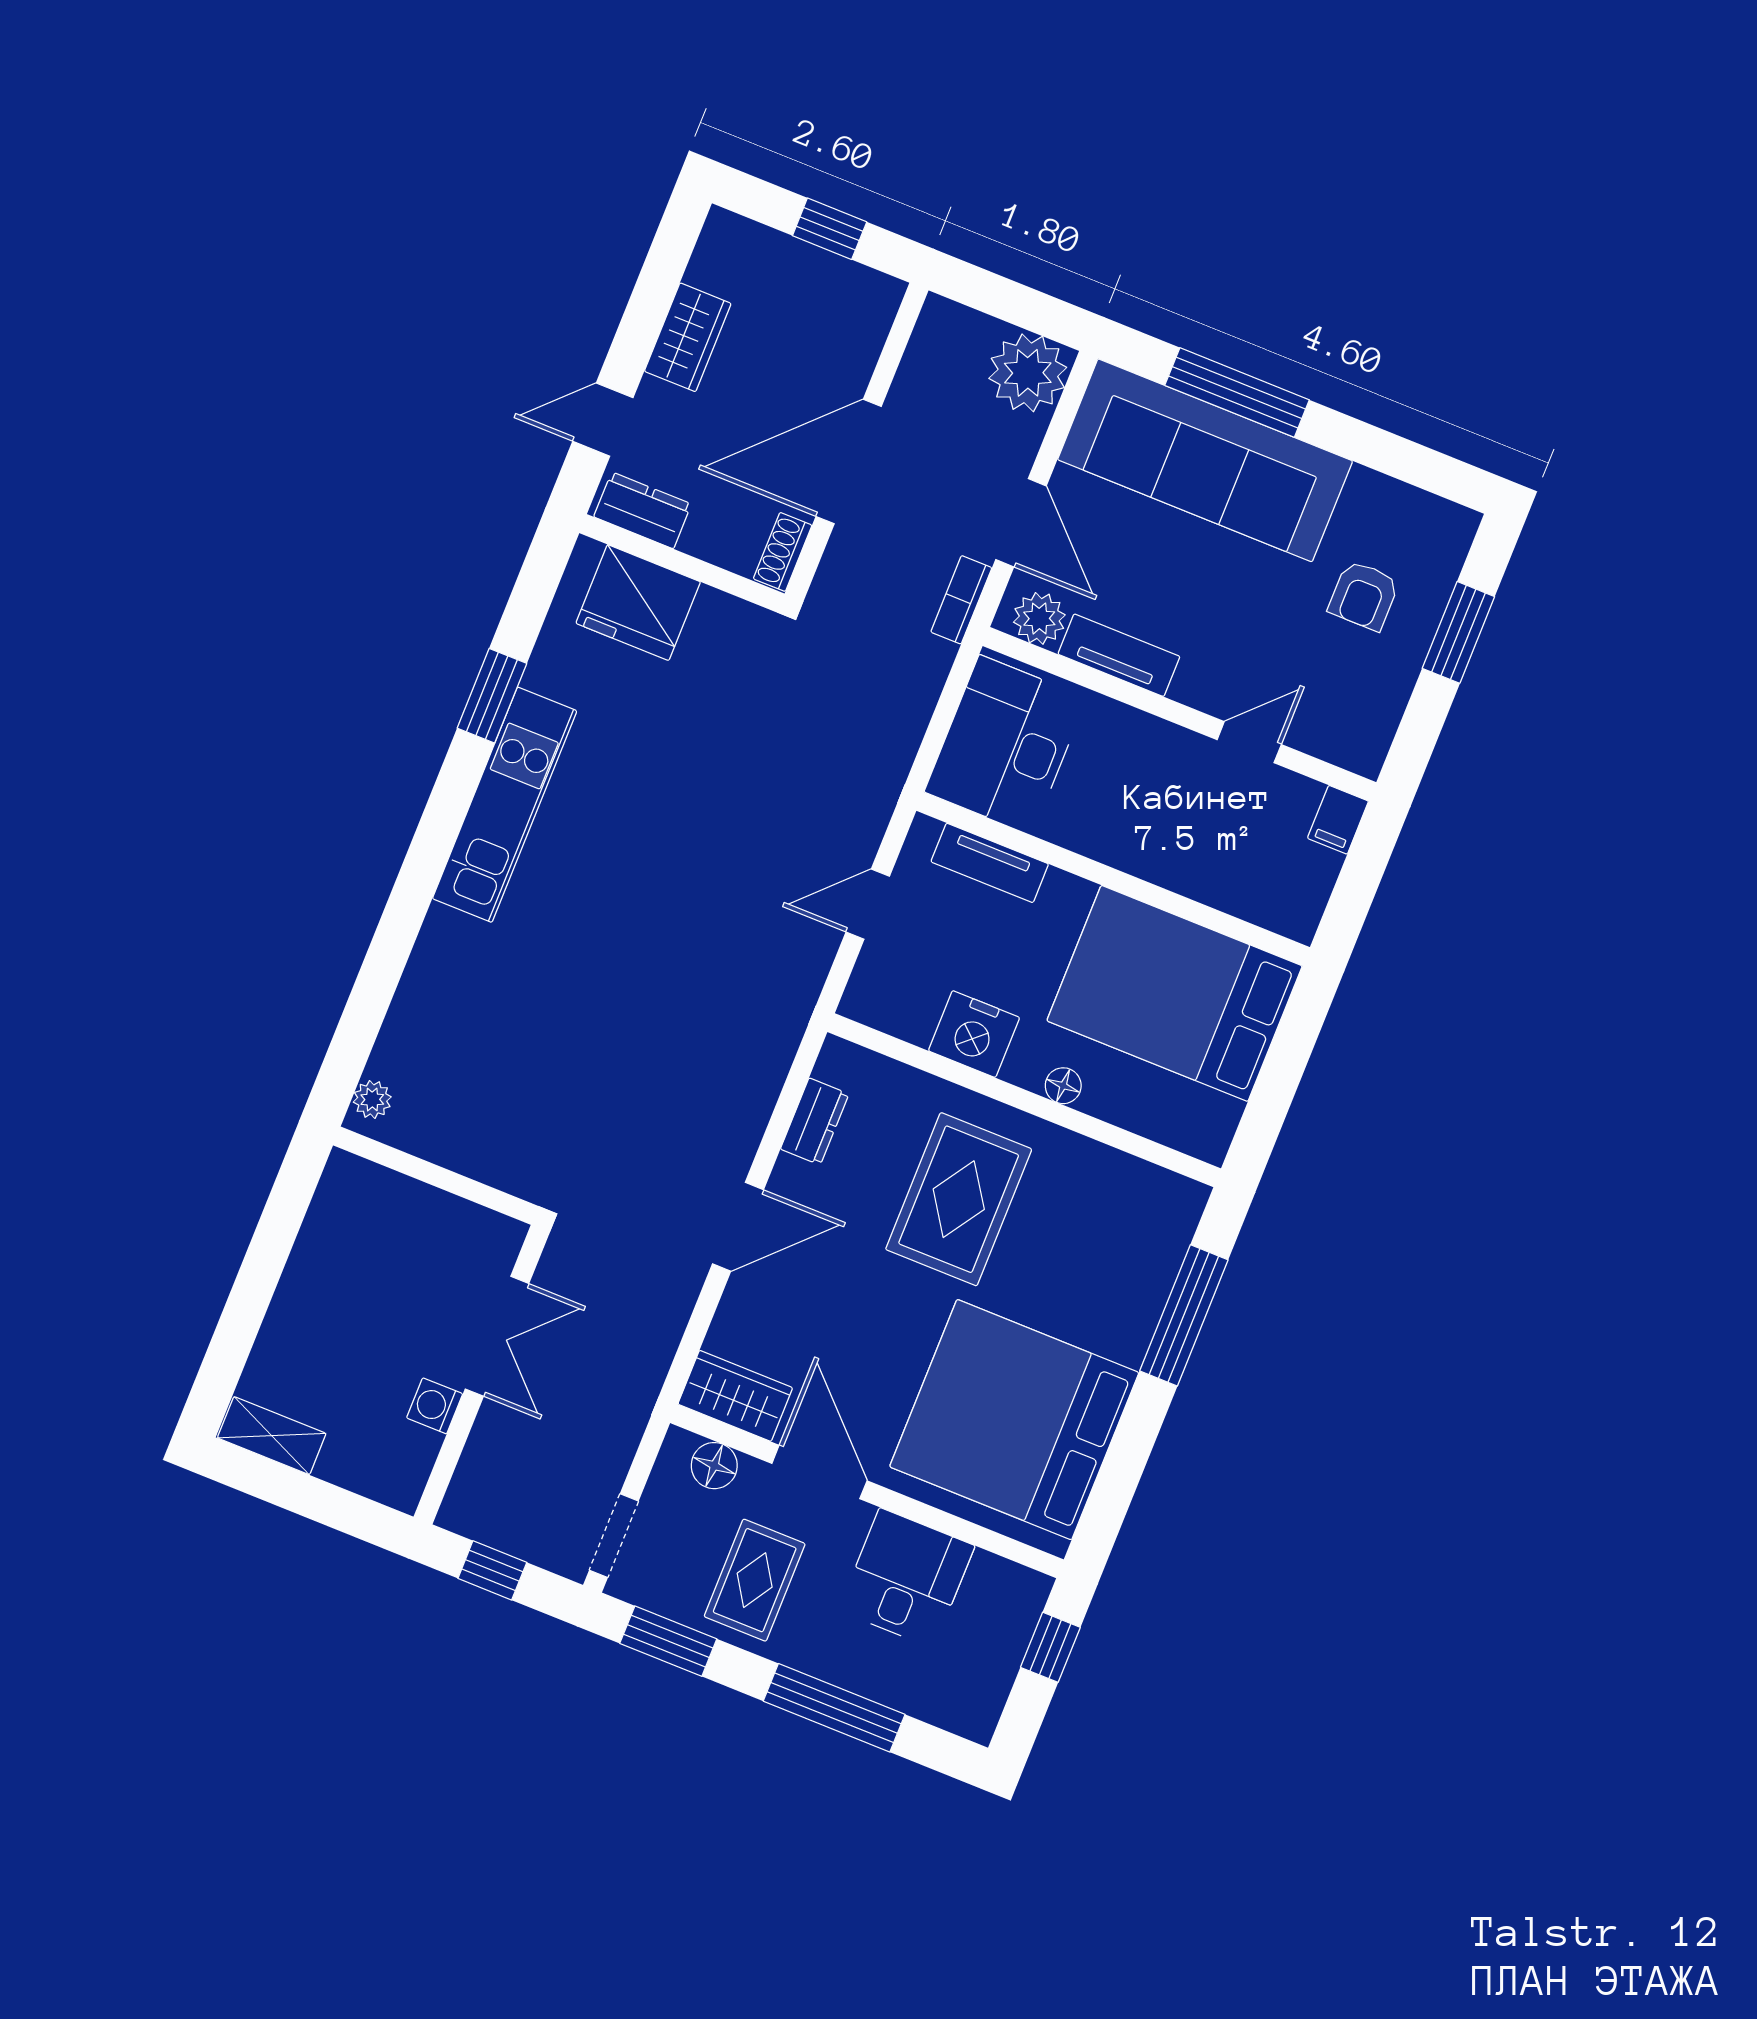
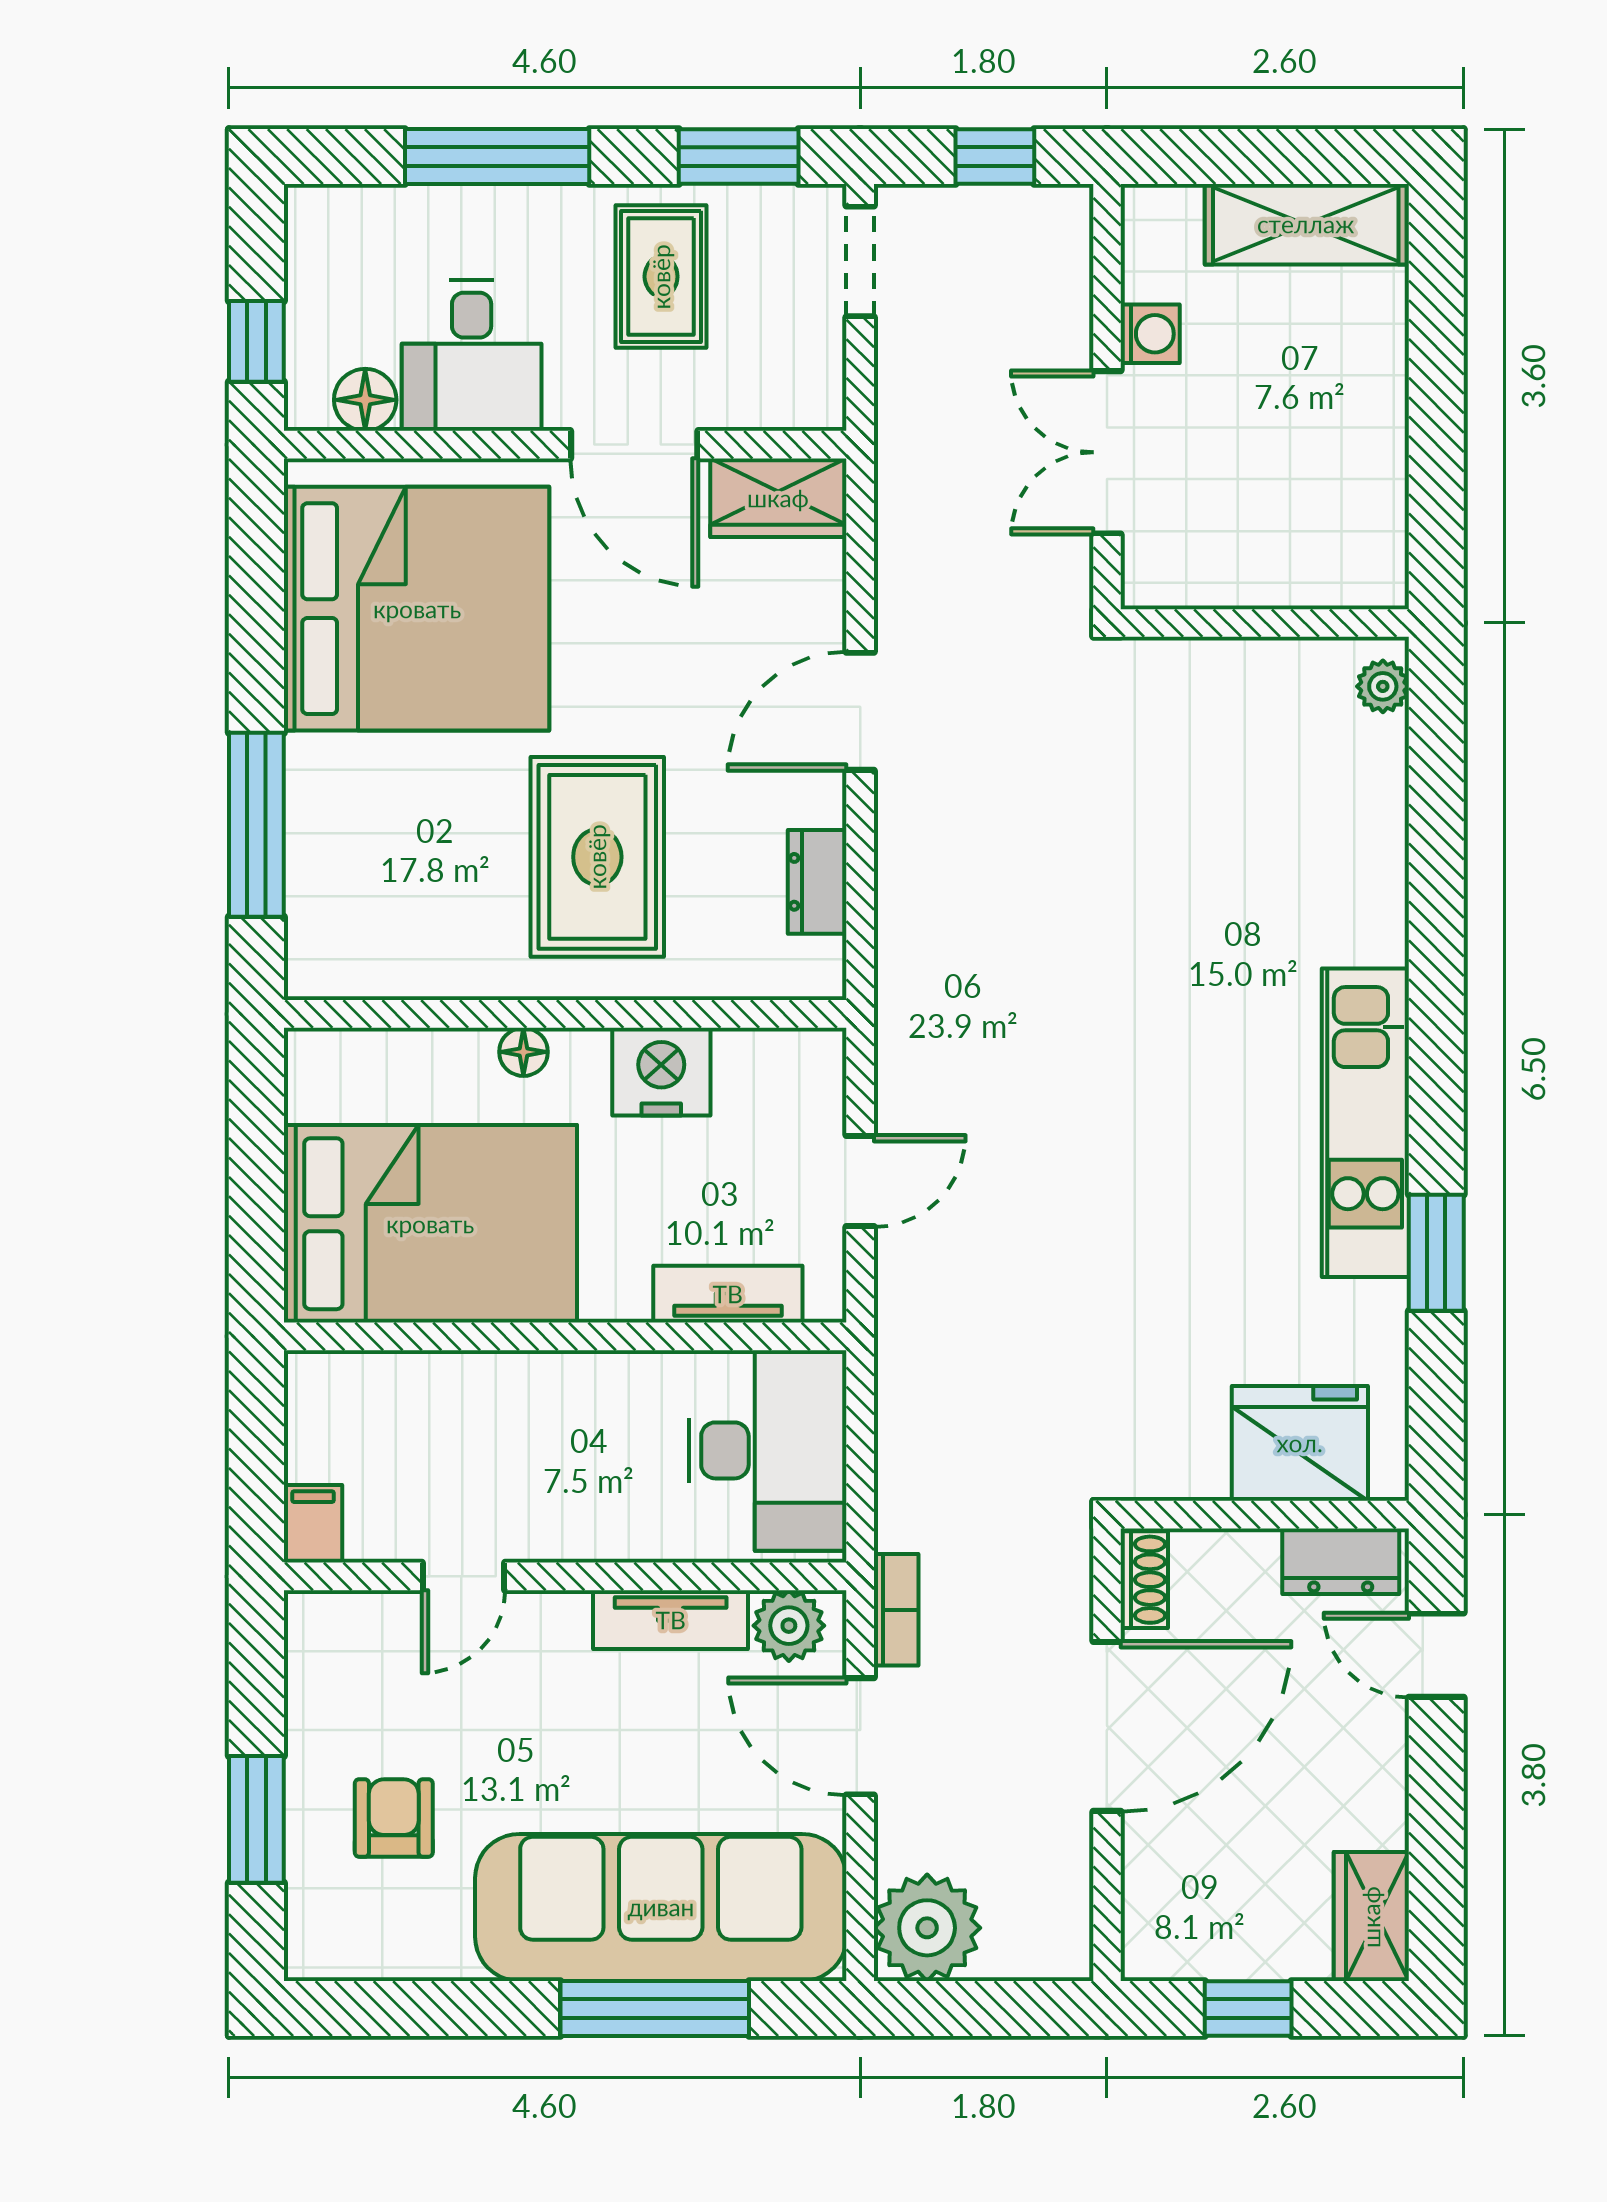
wardrobe: (688, 337) -> (1371, 1917), moved
door: (603, 420) -> (1436, 1655), swing flipped
shelving: (272, 1436) -> (1306, 224), width x1.50, depth x1.33
floor lamp: (714, 1466) -> (365, 400), moved

